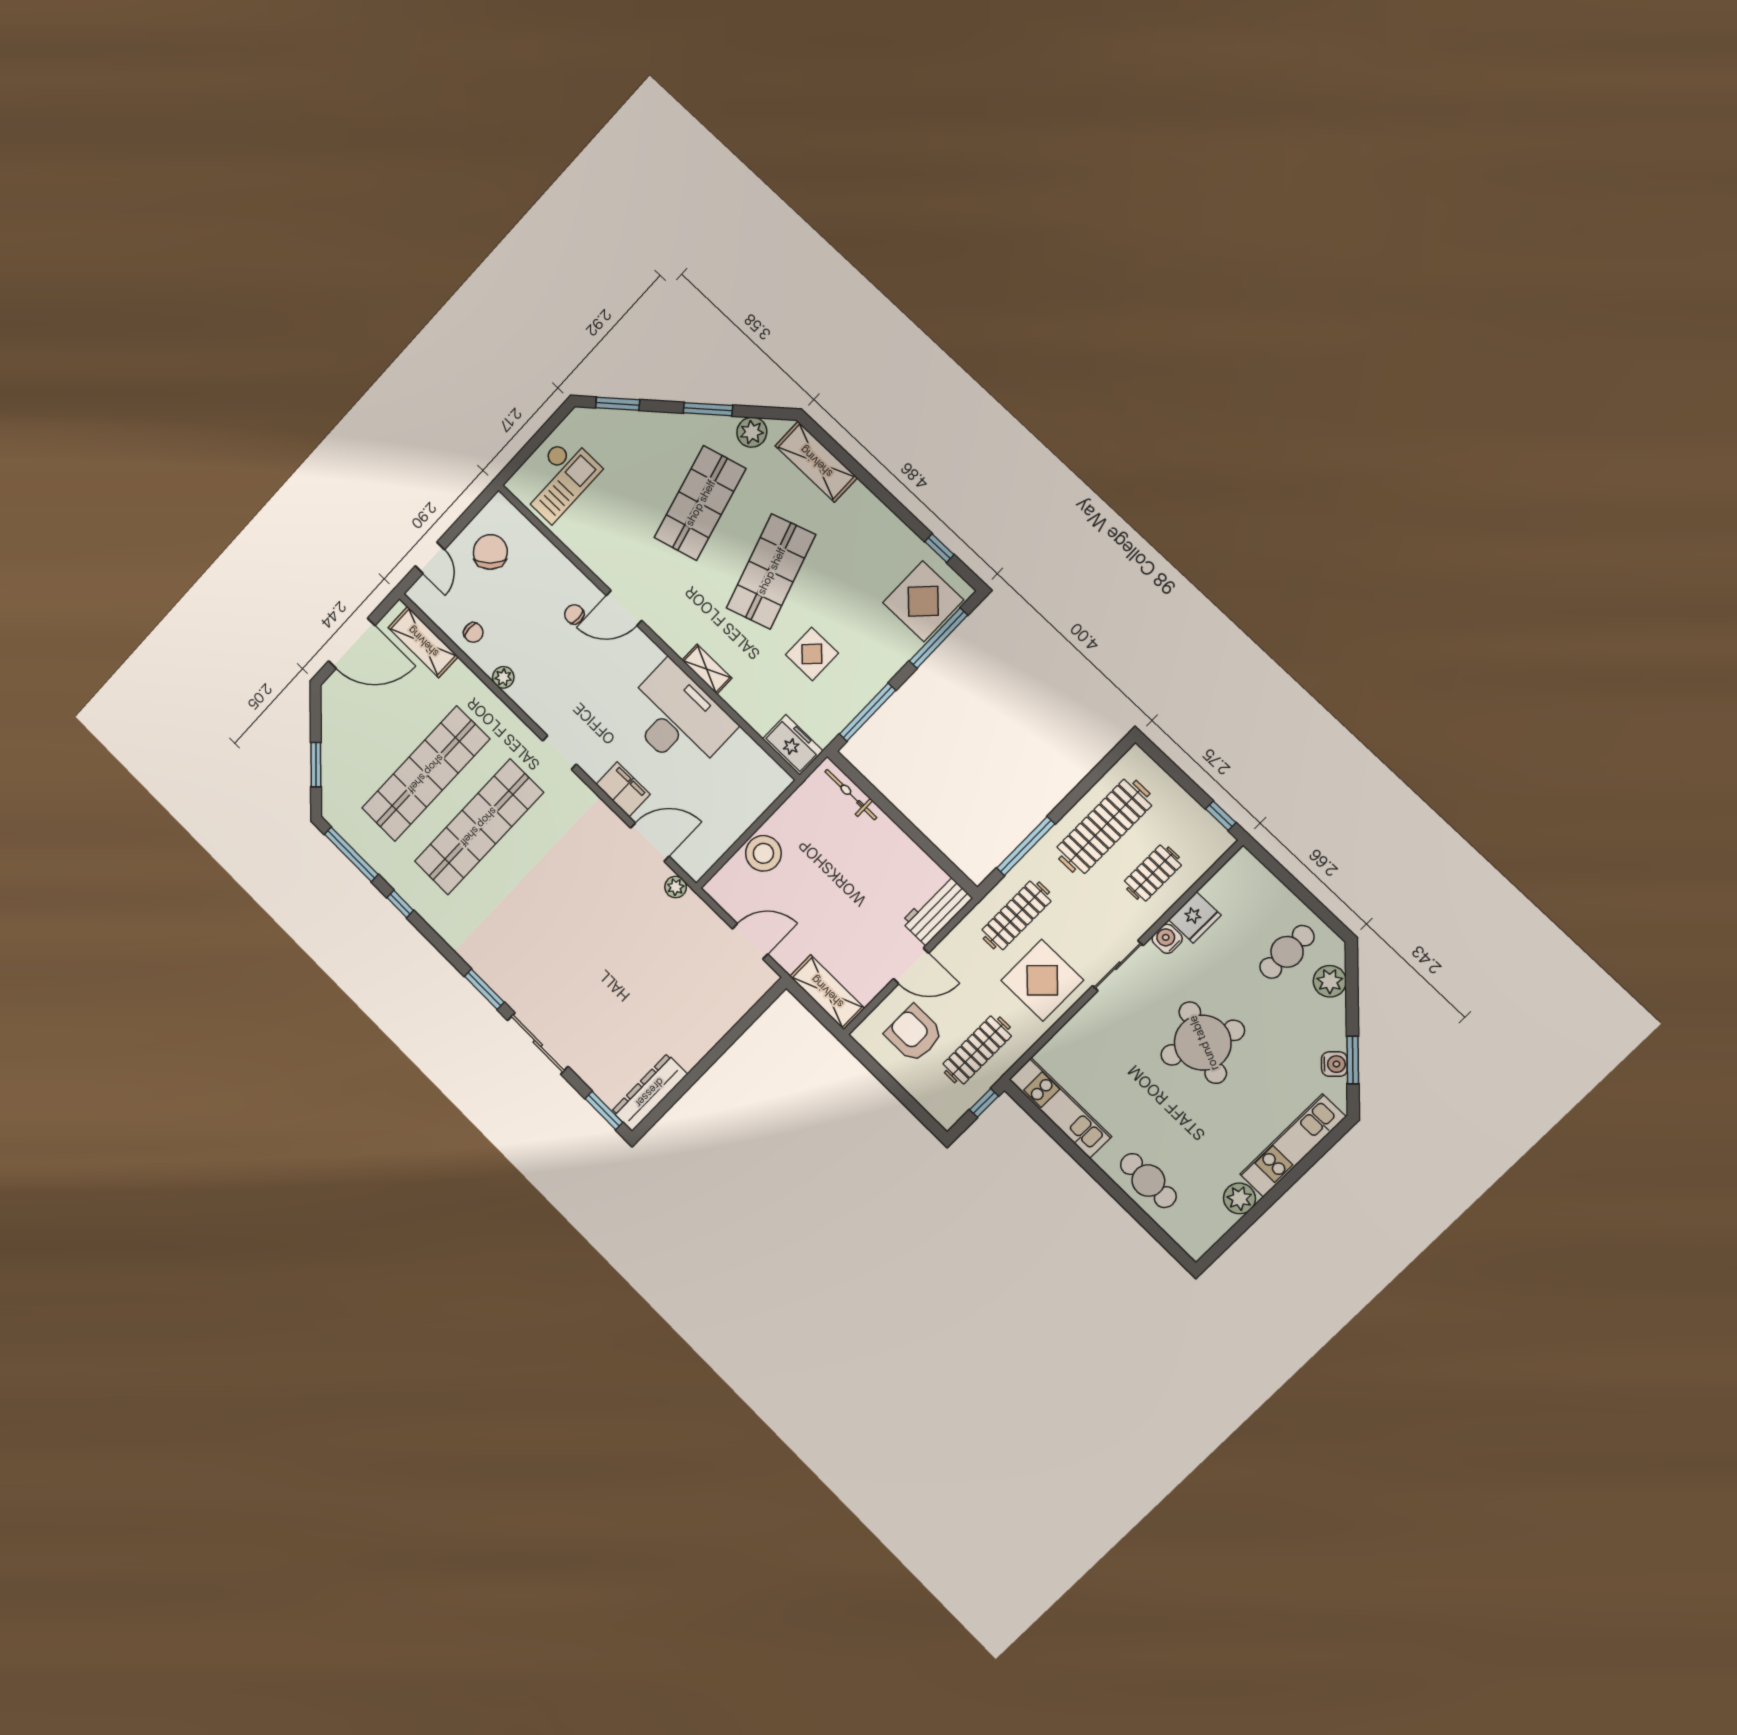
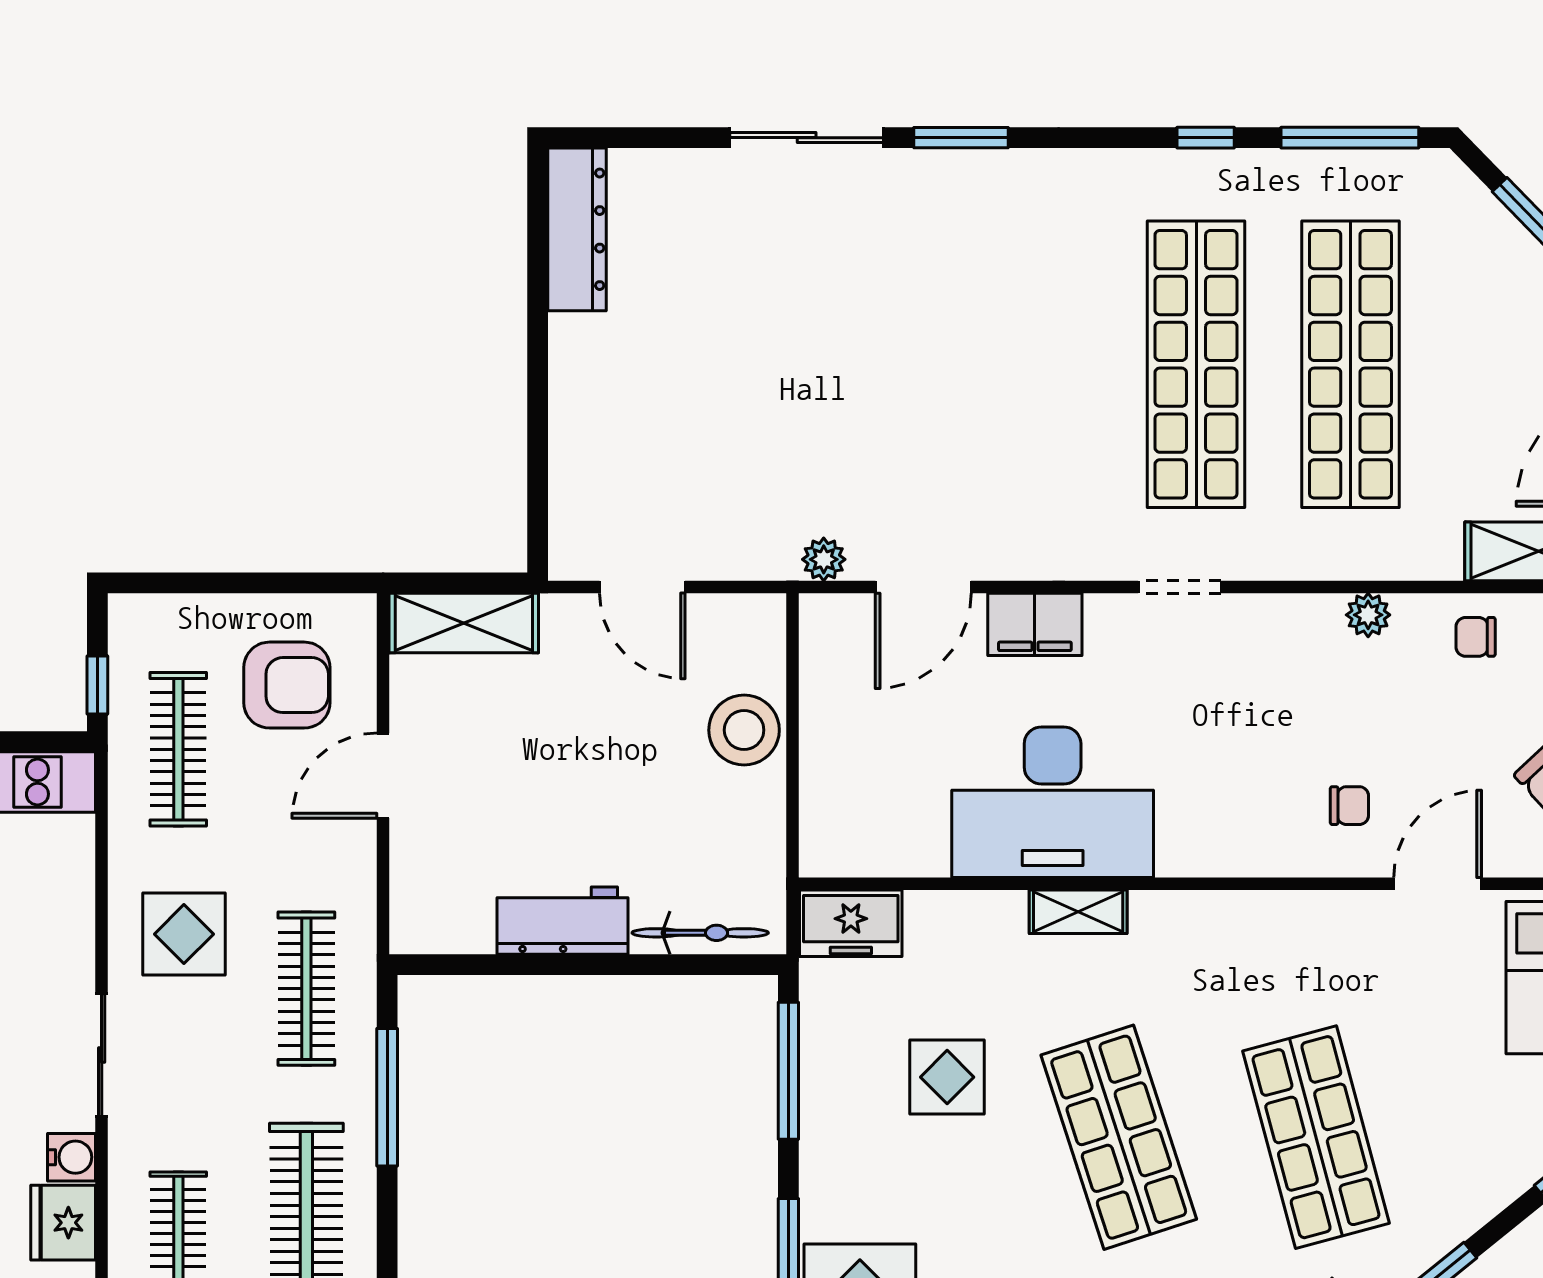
door: (624, 608) -> (1438, 884), moved
workbench: (937, 910) -> (562, 921), moved, turned -90
door: (750, 941) -> (642, 587), hinge flipped
display table: (1042, 980) -> (184, 934), width x0.73, depth x0.73
window: (604, 1110) -> (618, 138), removed

